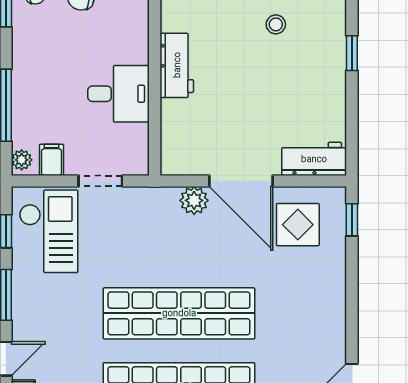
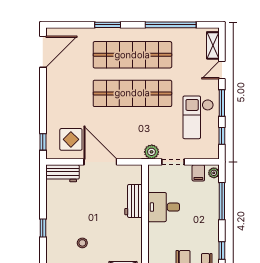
workbench: (177, 65) -> (134, 201), moved
plant: (194, 200) -> (152, 152), moved
checkout: (49, 231) -> (198, 117), moved

